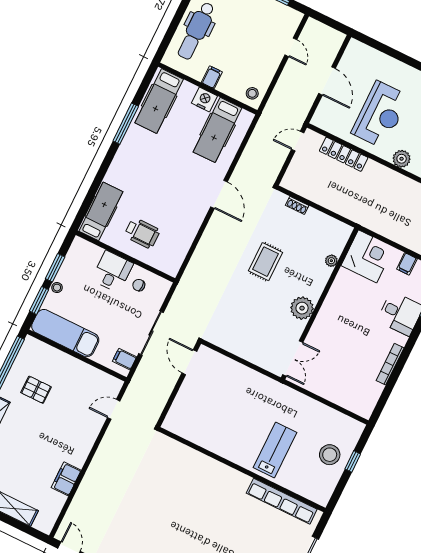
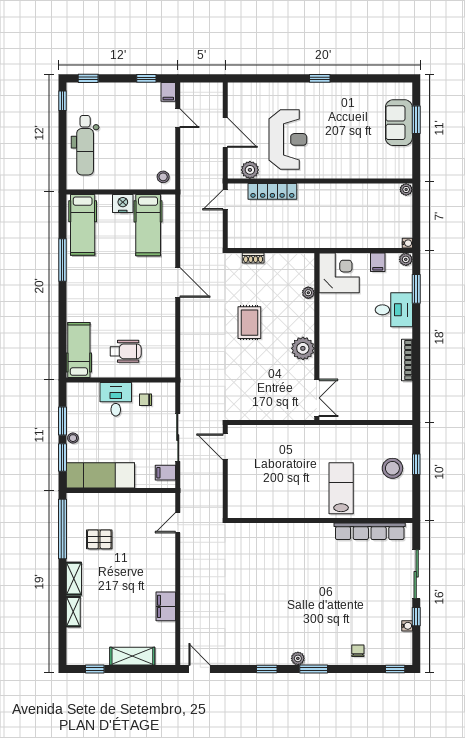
filing cabinet: (212, 77) -> (168, 92), moved, turned 180
plant: (402, 159) -> (250, 170), moved

